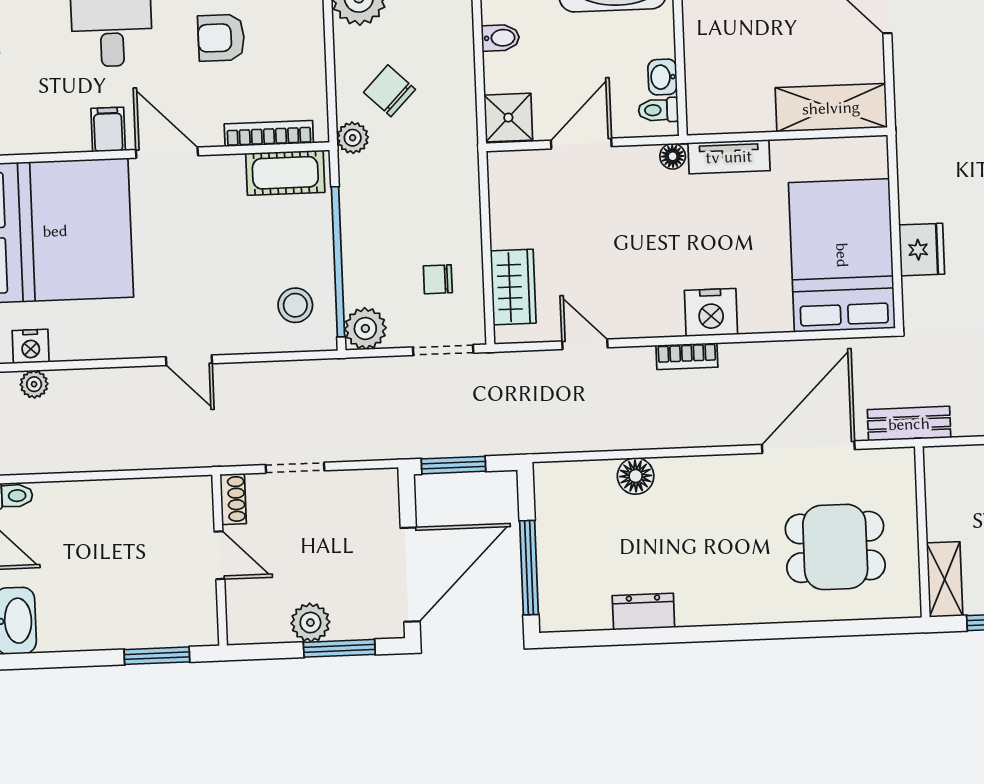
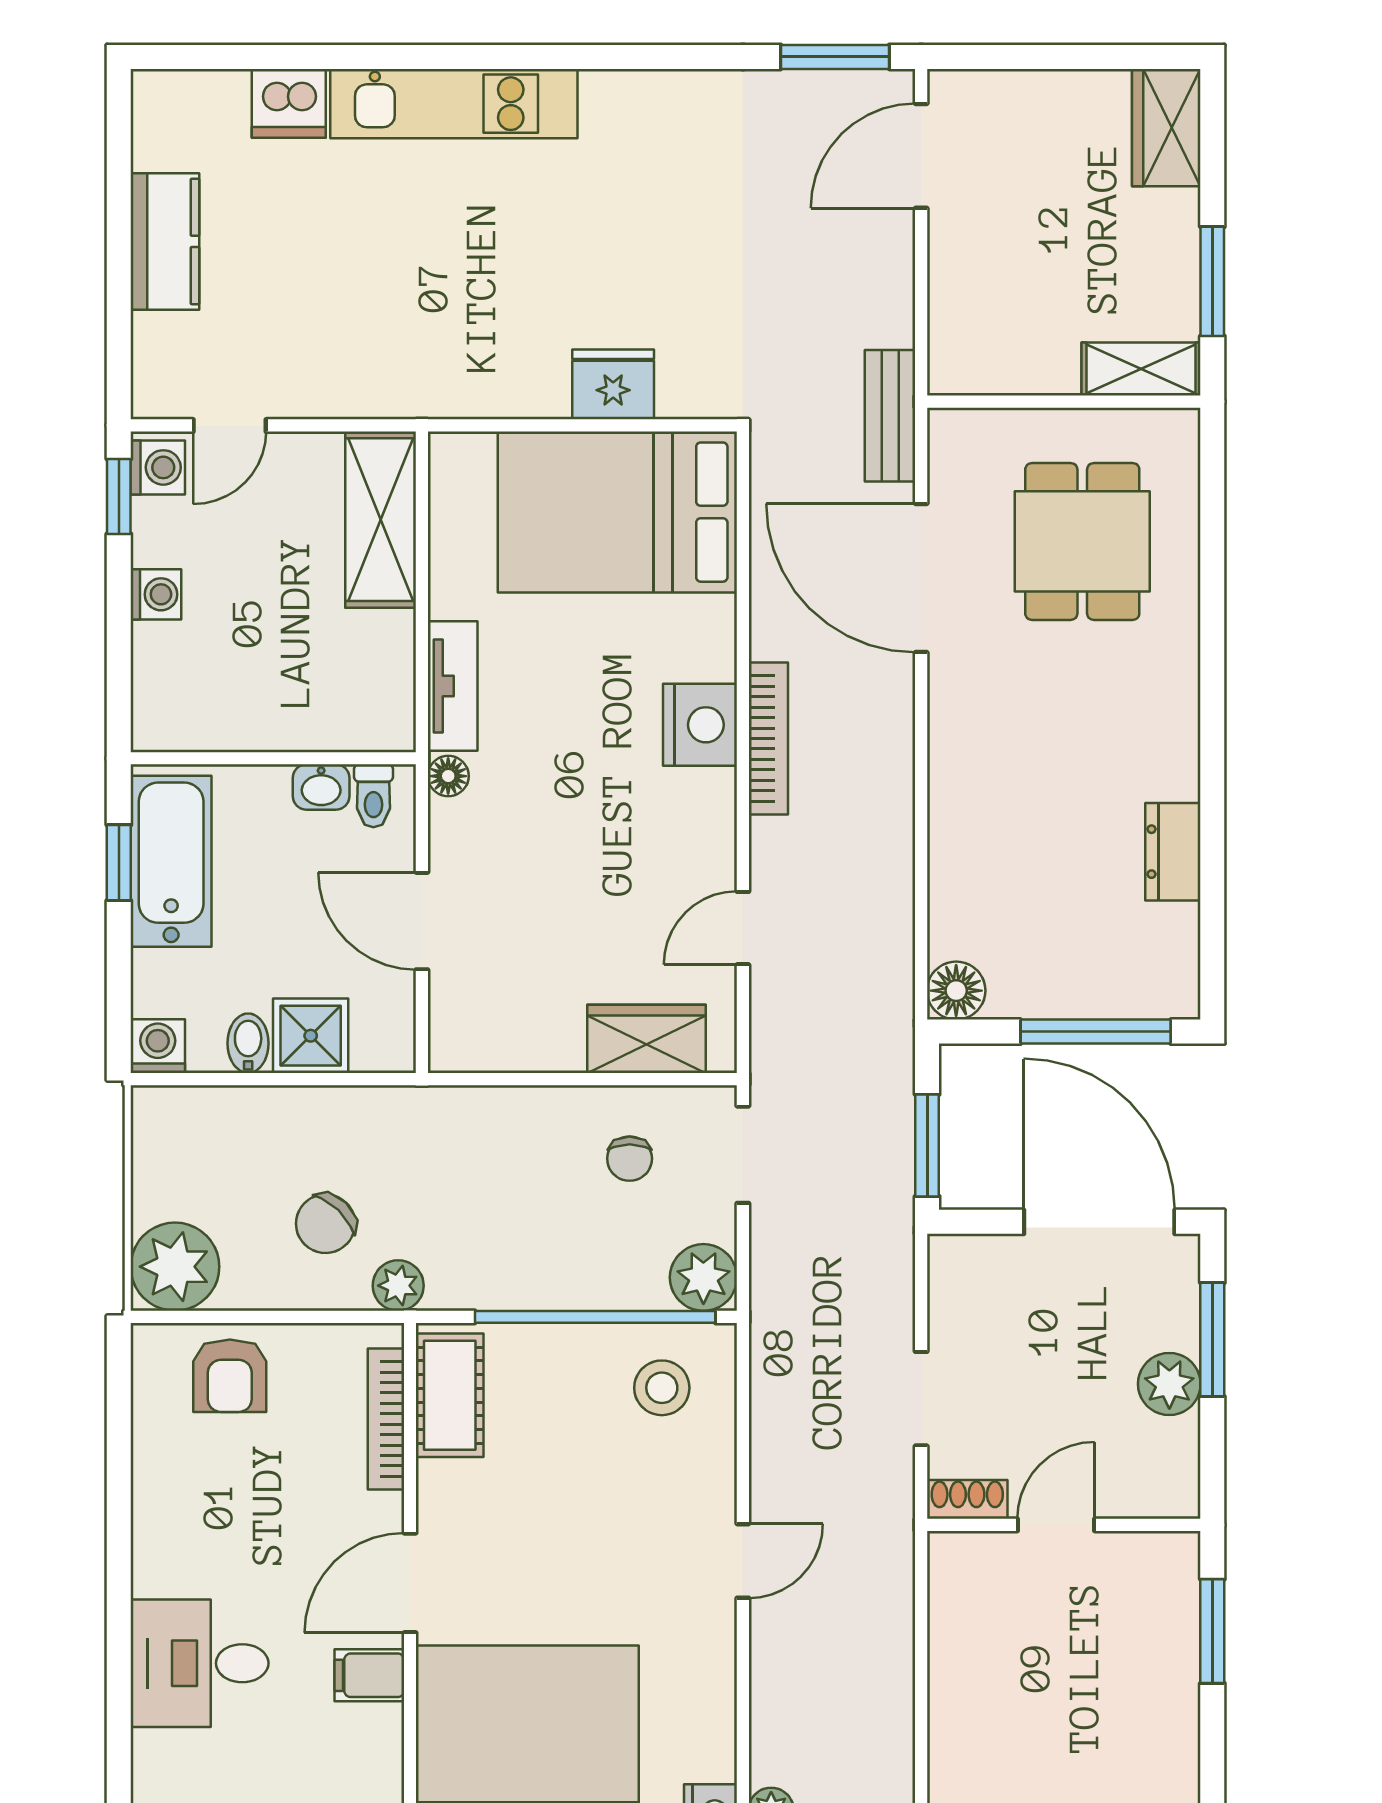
armchair: (221, 38) -> (230, 1376), moved
shower: (508, 118) -> (311, 1036), moved
bookcase: (687, 356) -> (768, 739), width x1.56
floor lamp: (636, 476) -> (956, 991), moved

